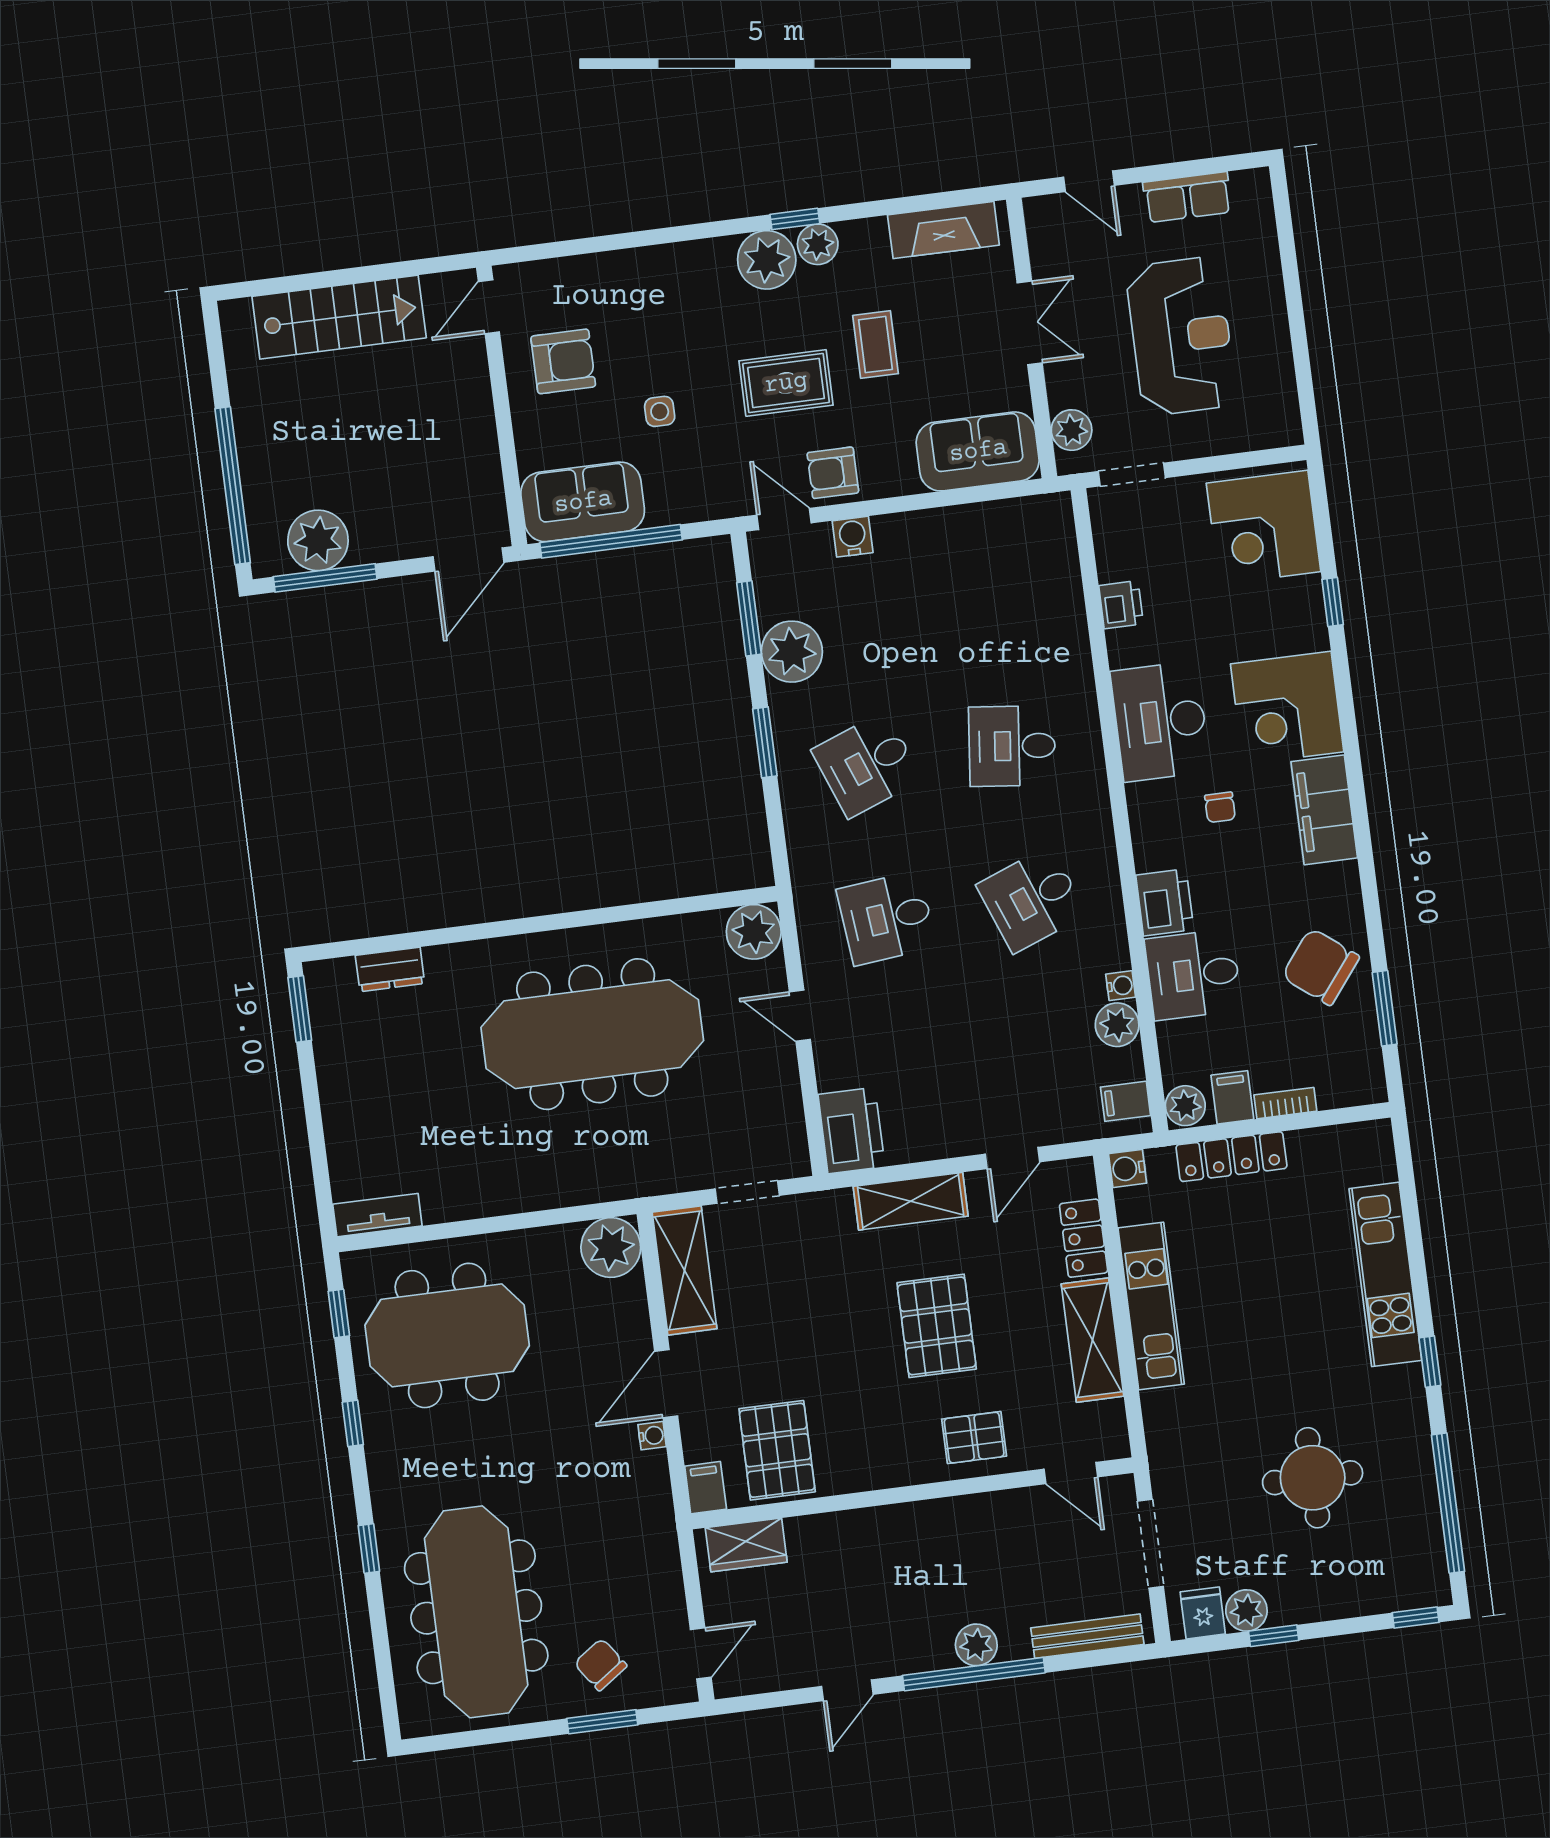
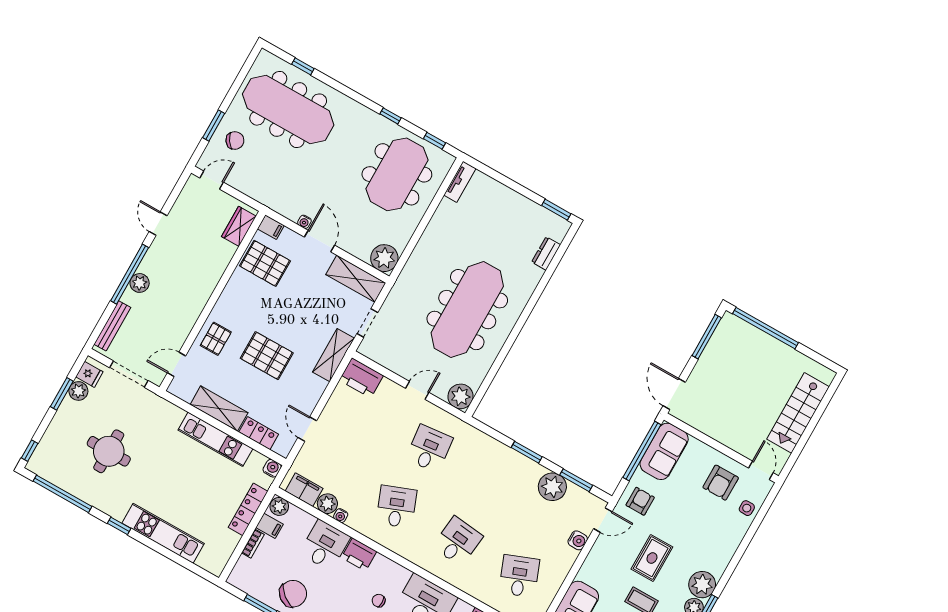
side table: (660, 411) -> (747, 508), moved
armchair: (833, 473) -> (640, 501), moved
plant: (318, 540) -> (722, 344), removed
desk: (867, 765) -> (519, 576), moved
filing cabinet: (1126, 1101) -> (304, 490), width x2.00
shelving: (911, 1201) -> (333, 355), moved
window: (369, 1548) -> (303, 66), moved
window: (1274, 1636) -> (62, 394), width x1.50
door: (701, 1653) -> (212, 180), swing flipped

